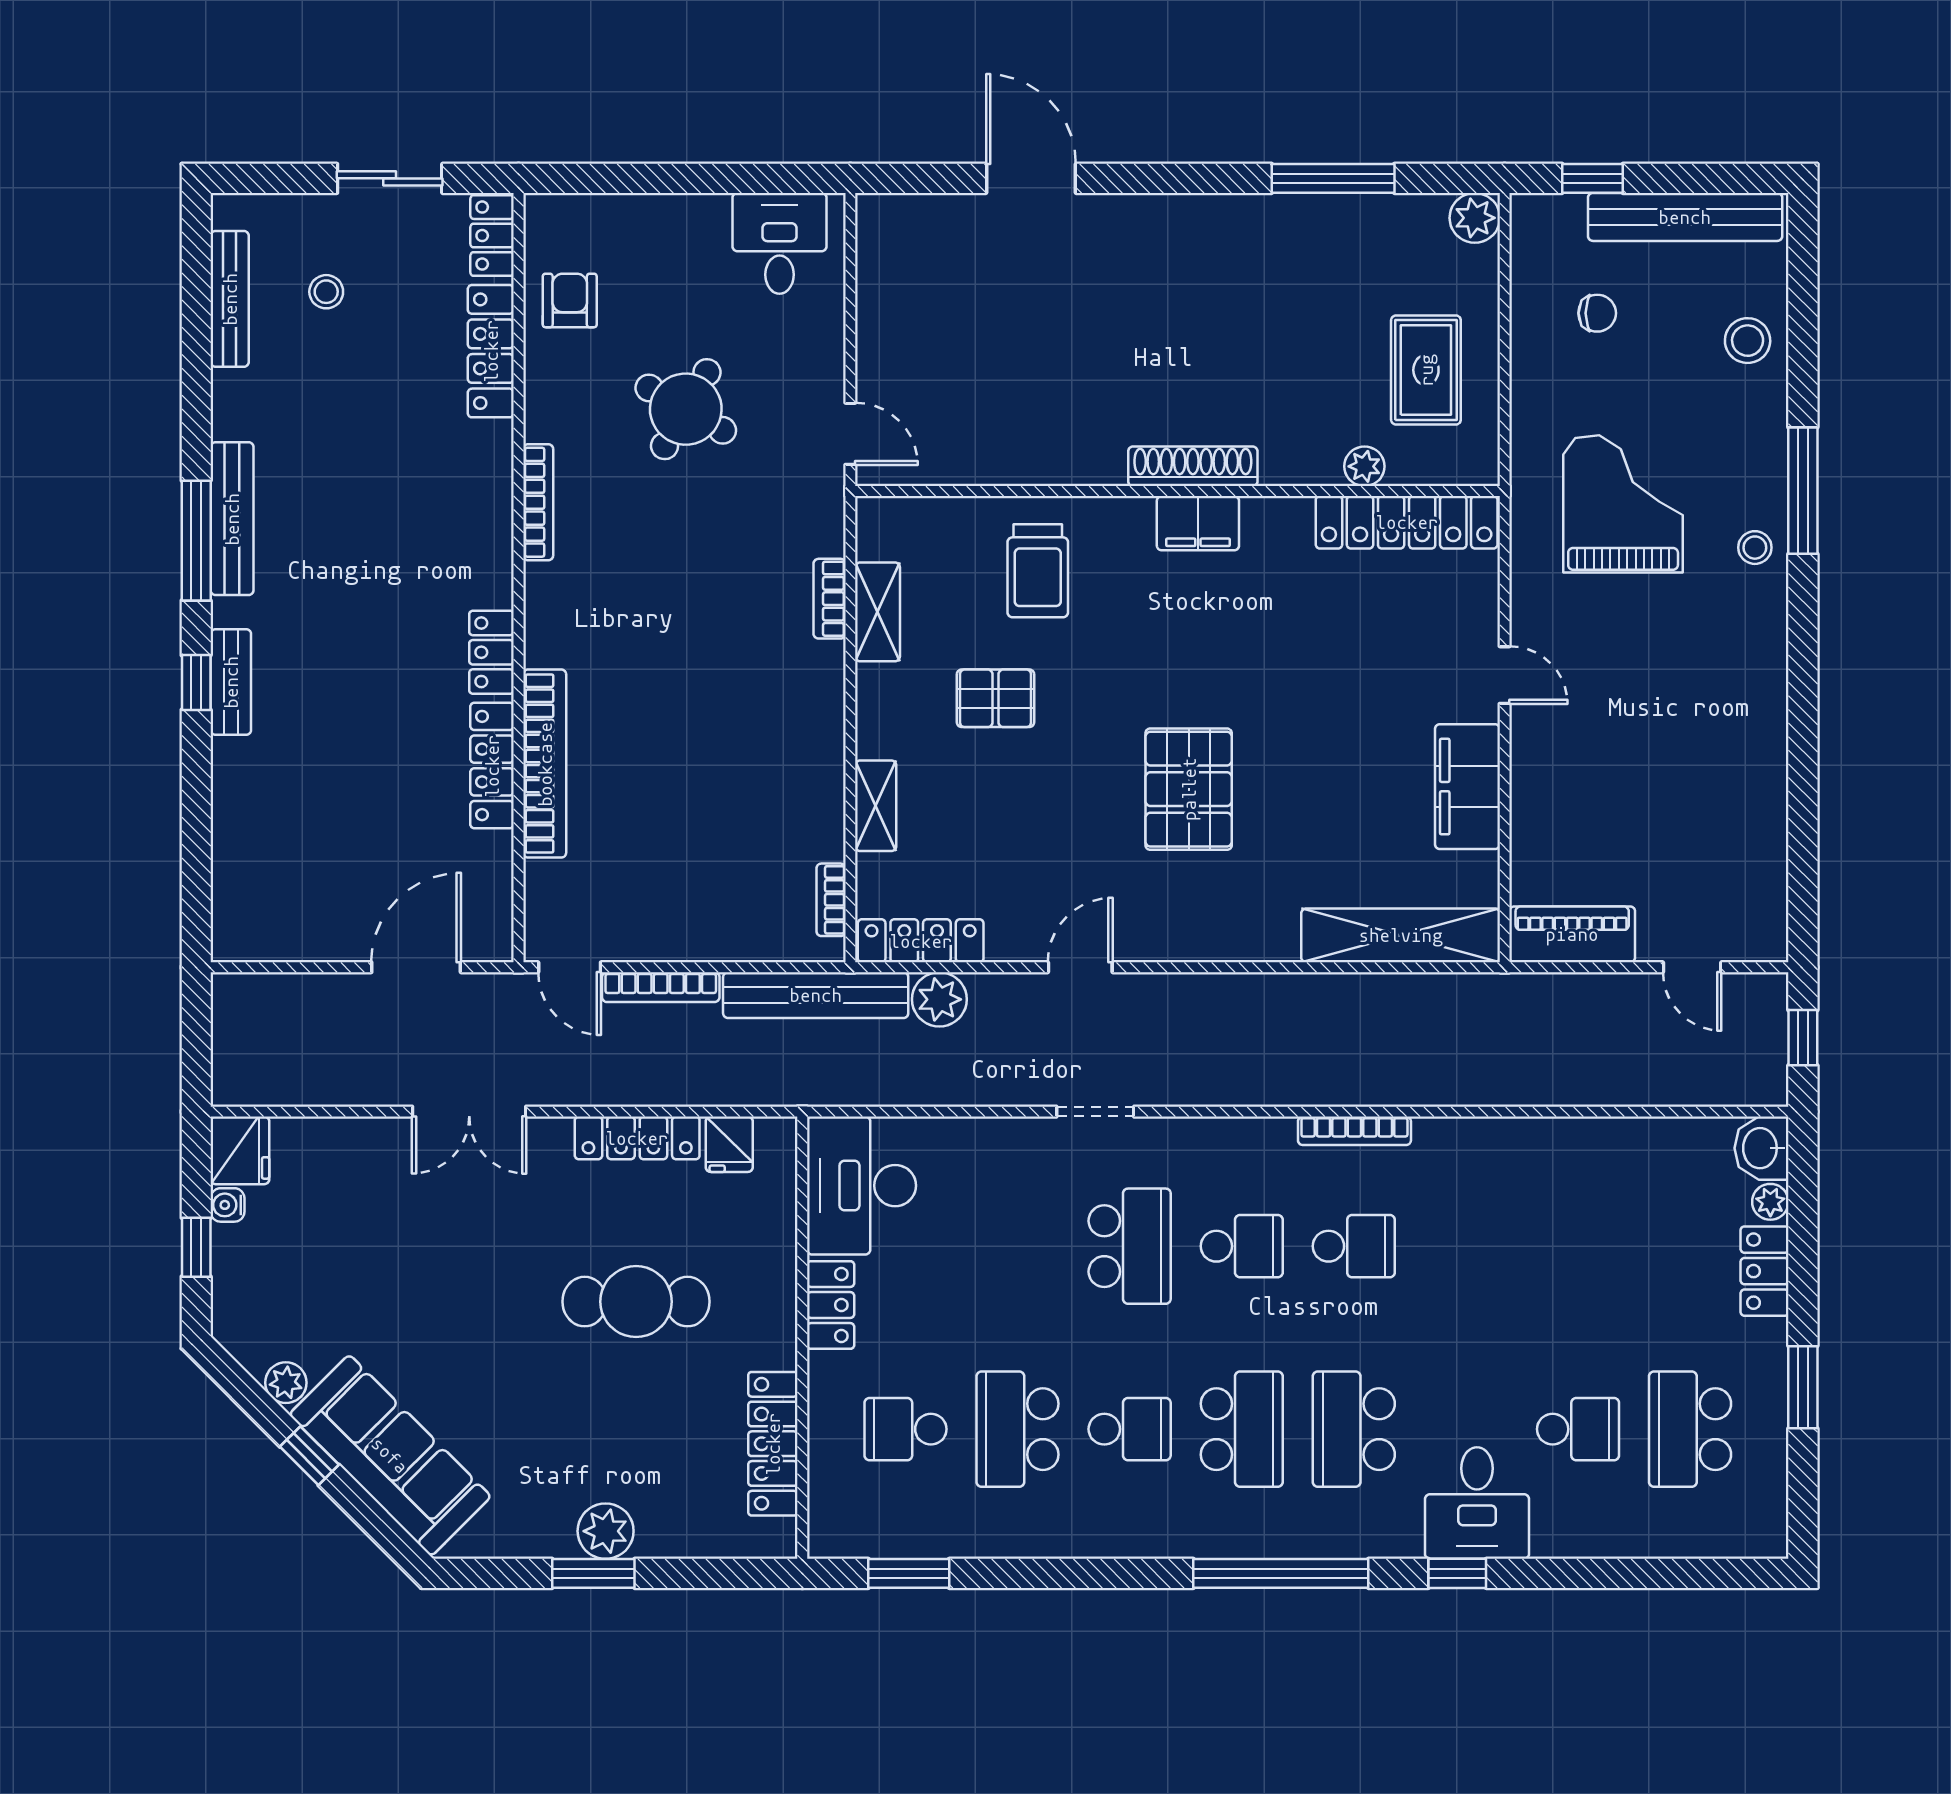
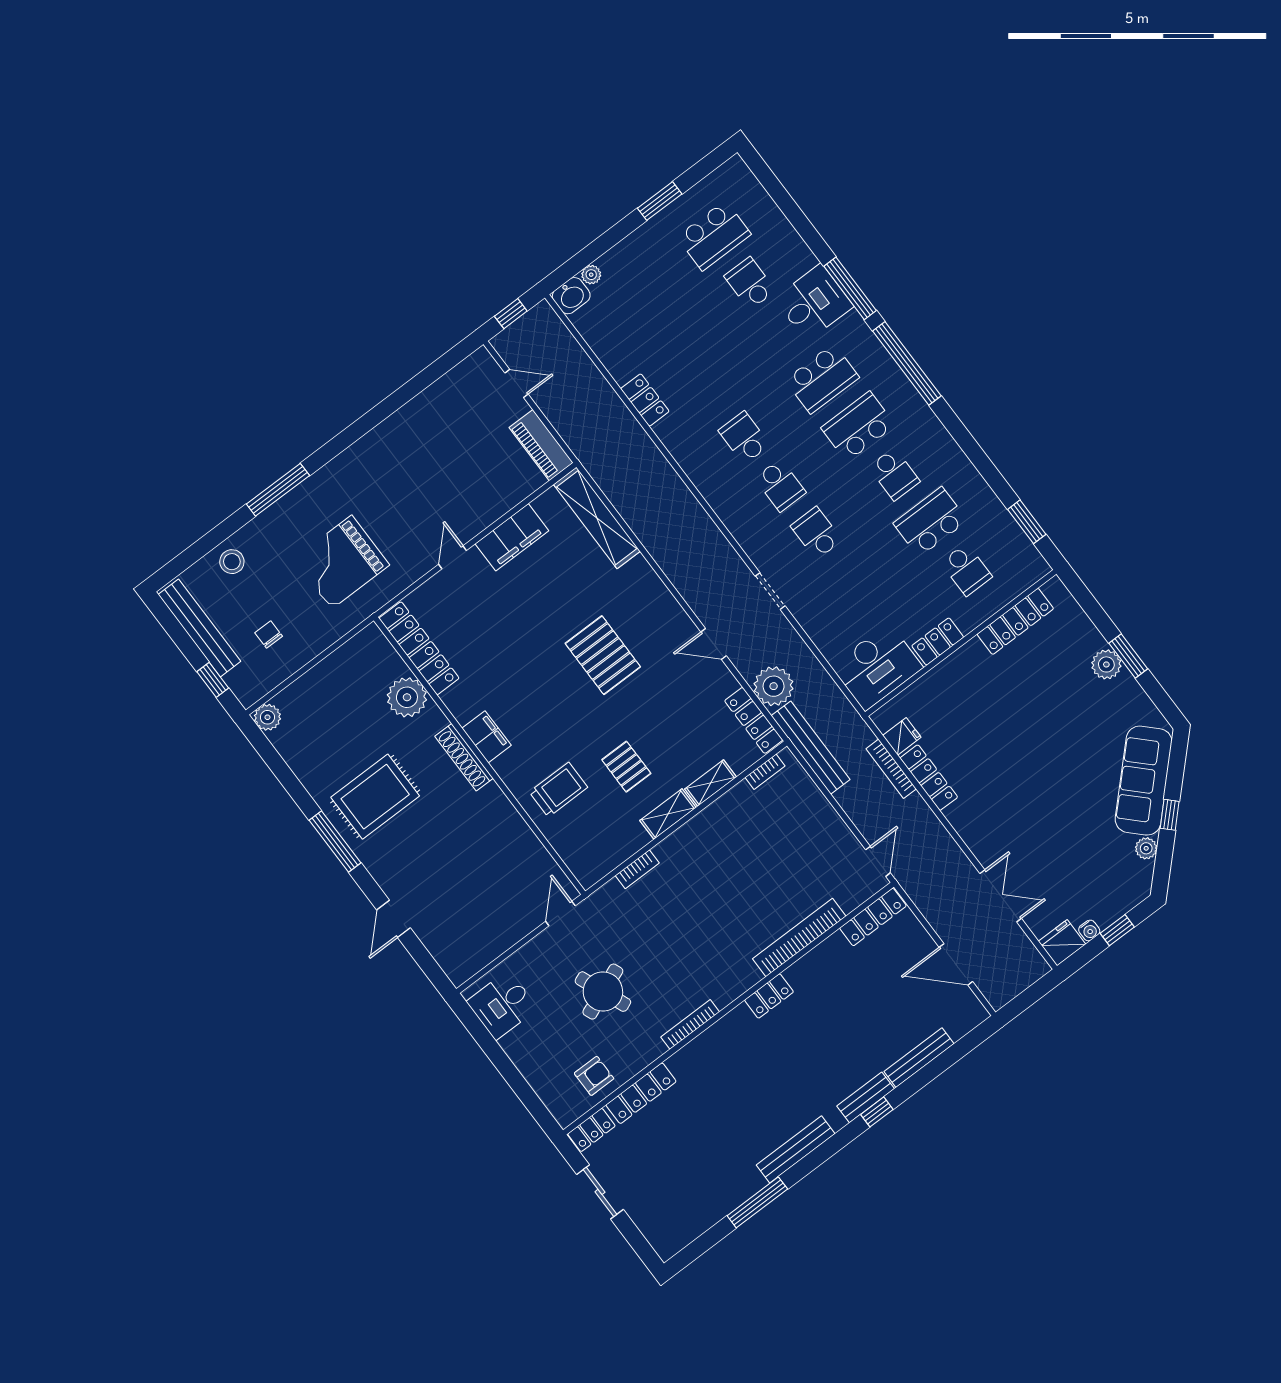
door: (1031, 178) -> (394, 919), width x0.73
window: (1333, 178) -> (335, 842), moved
stool: (326, 292) -> (669, 1182), removed
bench: (230, 299) -> (919, 1058), moved
armchair: (570, 300) -> (594, 1076), turned 180
rug: (1426, 370) -> (375, 797), moved, width x1.36, depth x1.43
round table: (686, 409) -> (603, 992), turned 38
plant: (1364, 466) -> (407, 697), width x1.88, depth x1.88
window: (196, 541) -> (757, 1202), moved
stool: (1755, 548) -> (318, 492), removed
shelving: (877, 612) -> (668, 814), moved
locker: (492, 766) -> (873, 917), moved
pallet: (1189, 789) -> (603, 655), turned 90
door: (416, 967) -> (956, 964), moved
door: (1692, 967) -> (517, 383), hinge flipped
bookcase: (661, 987) -> (891, 769), moved, turned 180
plant: (939, 999) -> (774, 686), width x1.36, depth x1.36
double door: (469, 1112) -> (1001, 896), moved
bookcase: (1354, 1131) -> (695, 475), removed
school desk: (1130, 1246) -> (816, 533), width x0.54
school desk: (1242, 1246) -> (780, 485), turned 180
locker: (1765, 1271) -> (645, 400), moved, turned -90
cafe table: (636, 1302) -> (999, 725), removed
school desk: (1018, 1429) -> (930, 522), turned 180
school desk: (1130, 1429) -> (894, 474), turned 180
window: (1457, 1573) -> (850, 288), width x2.17

